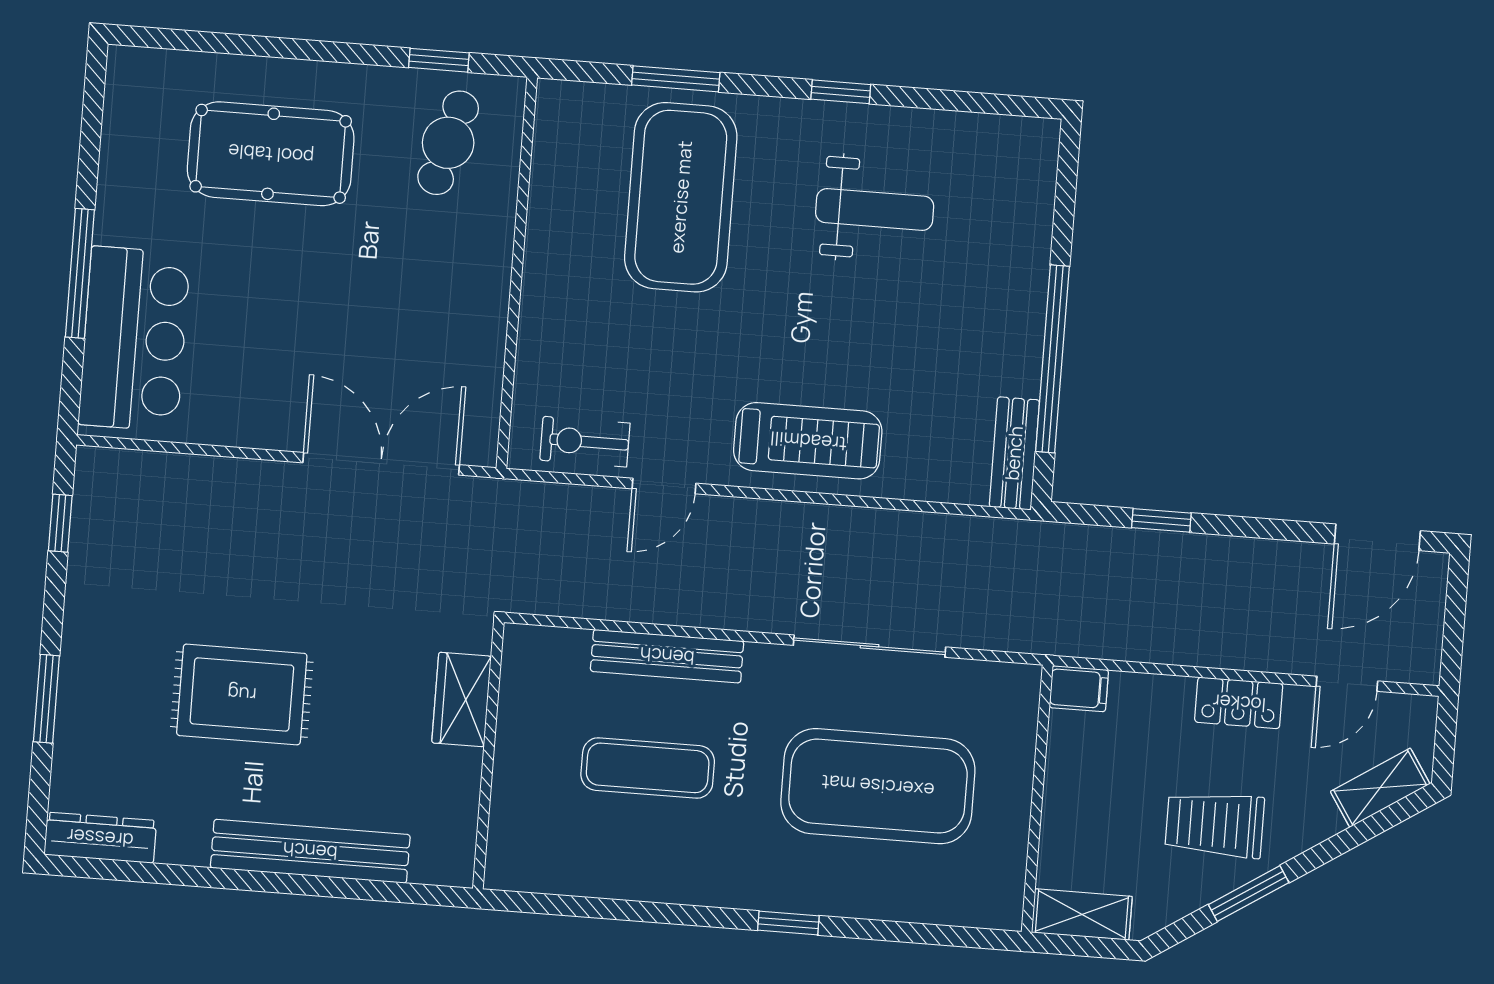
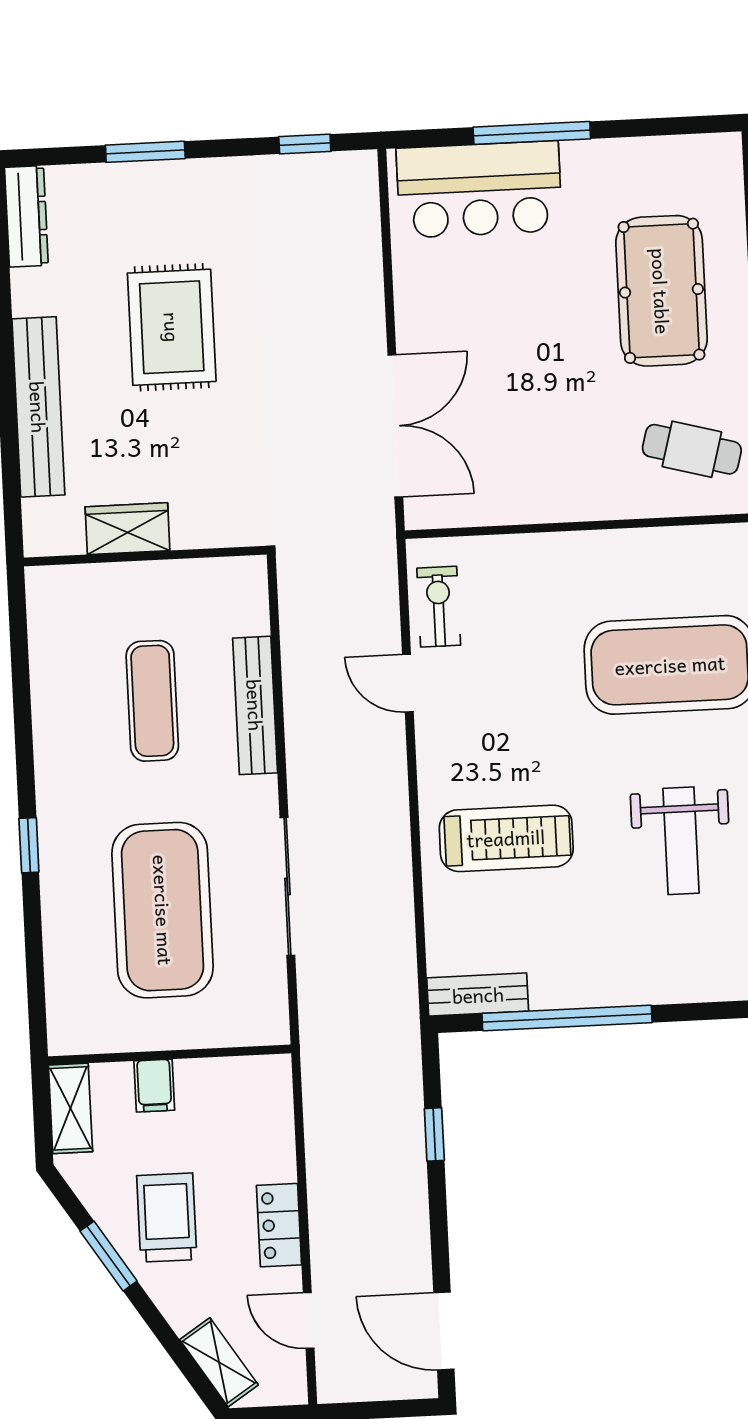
treadmill: (808, 441) -> (506, 838), moved, turned -90
filing cabinet: (1079, 689) -> (154, 1086), moved
wardrobe: (462, 700) -> (127, 529), moved

